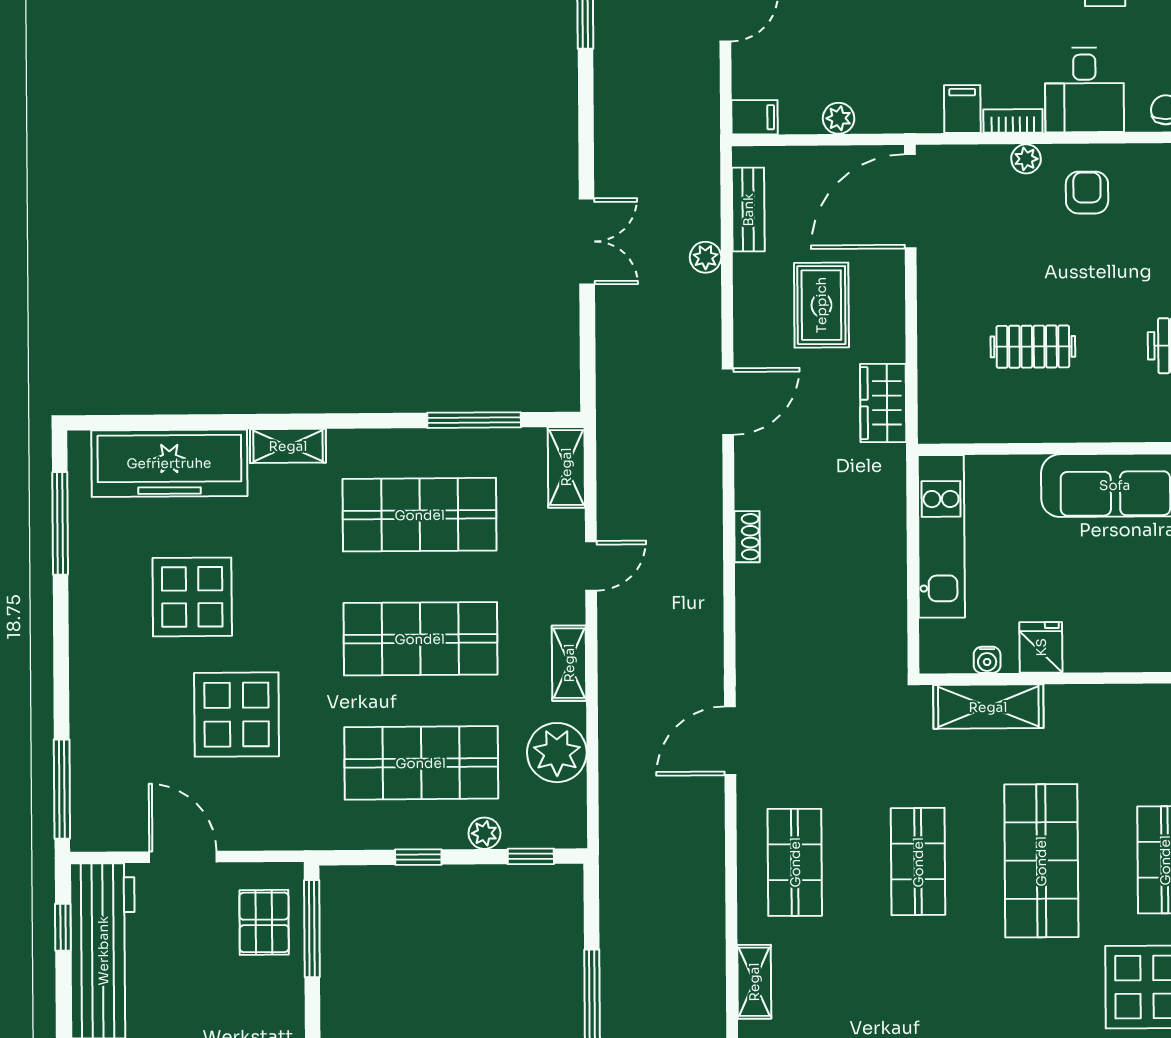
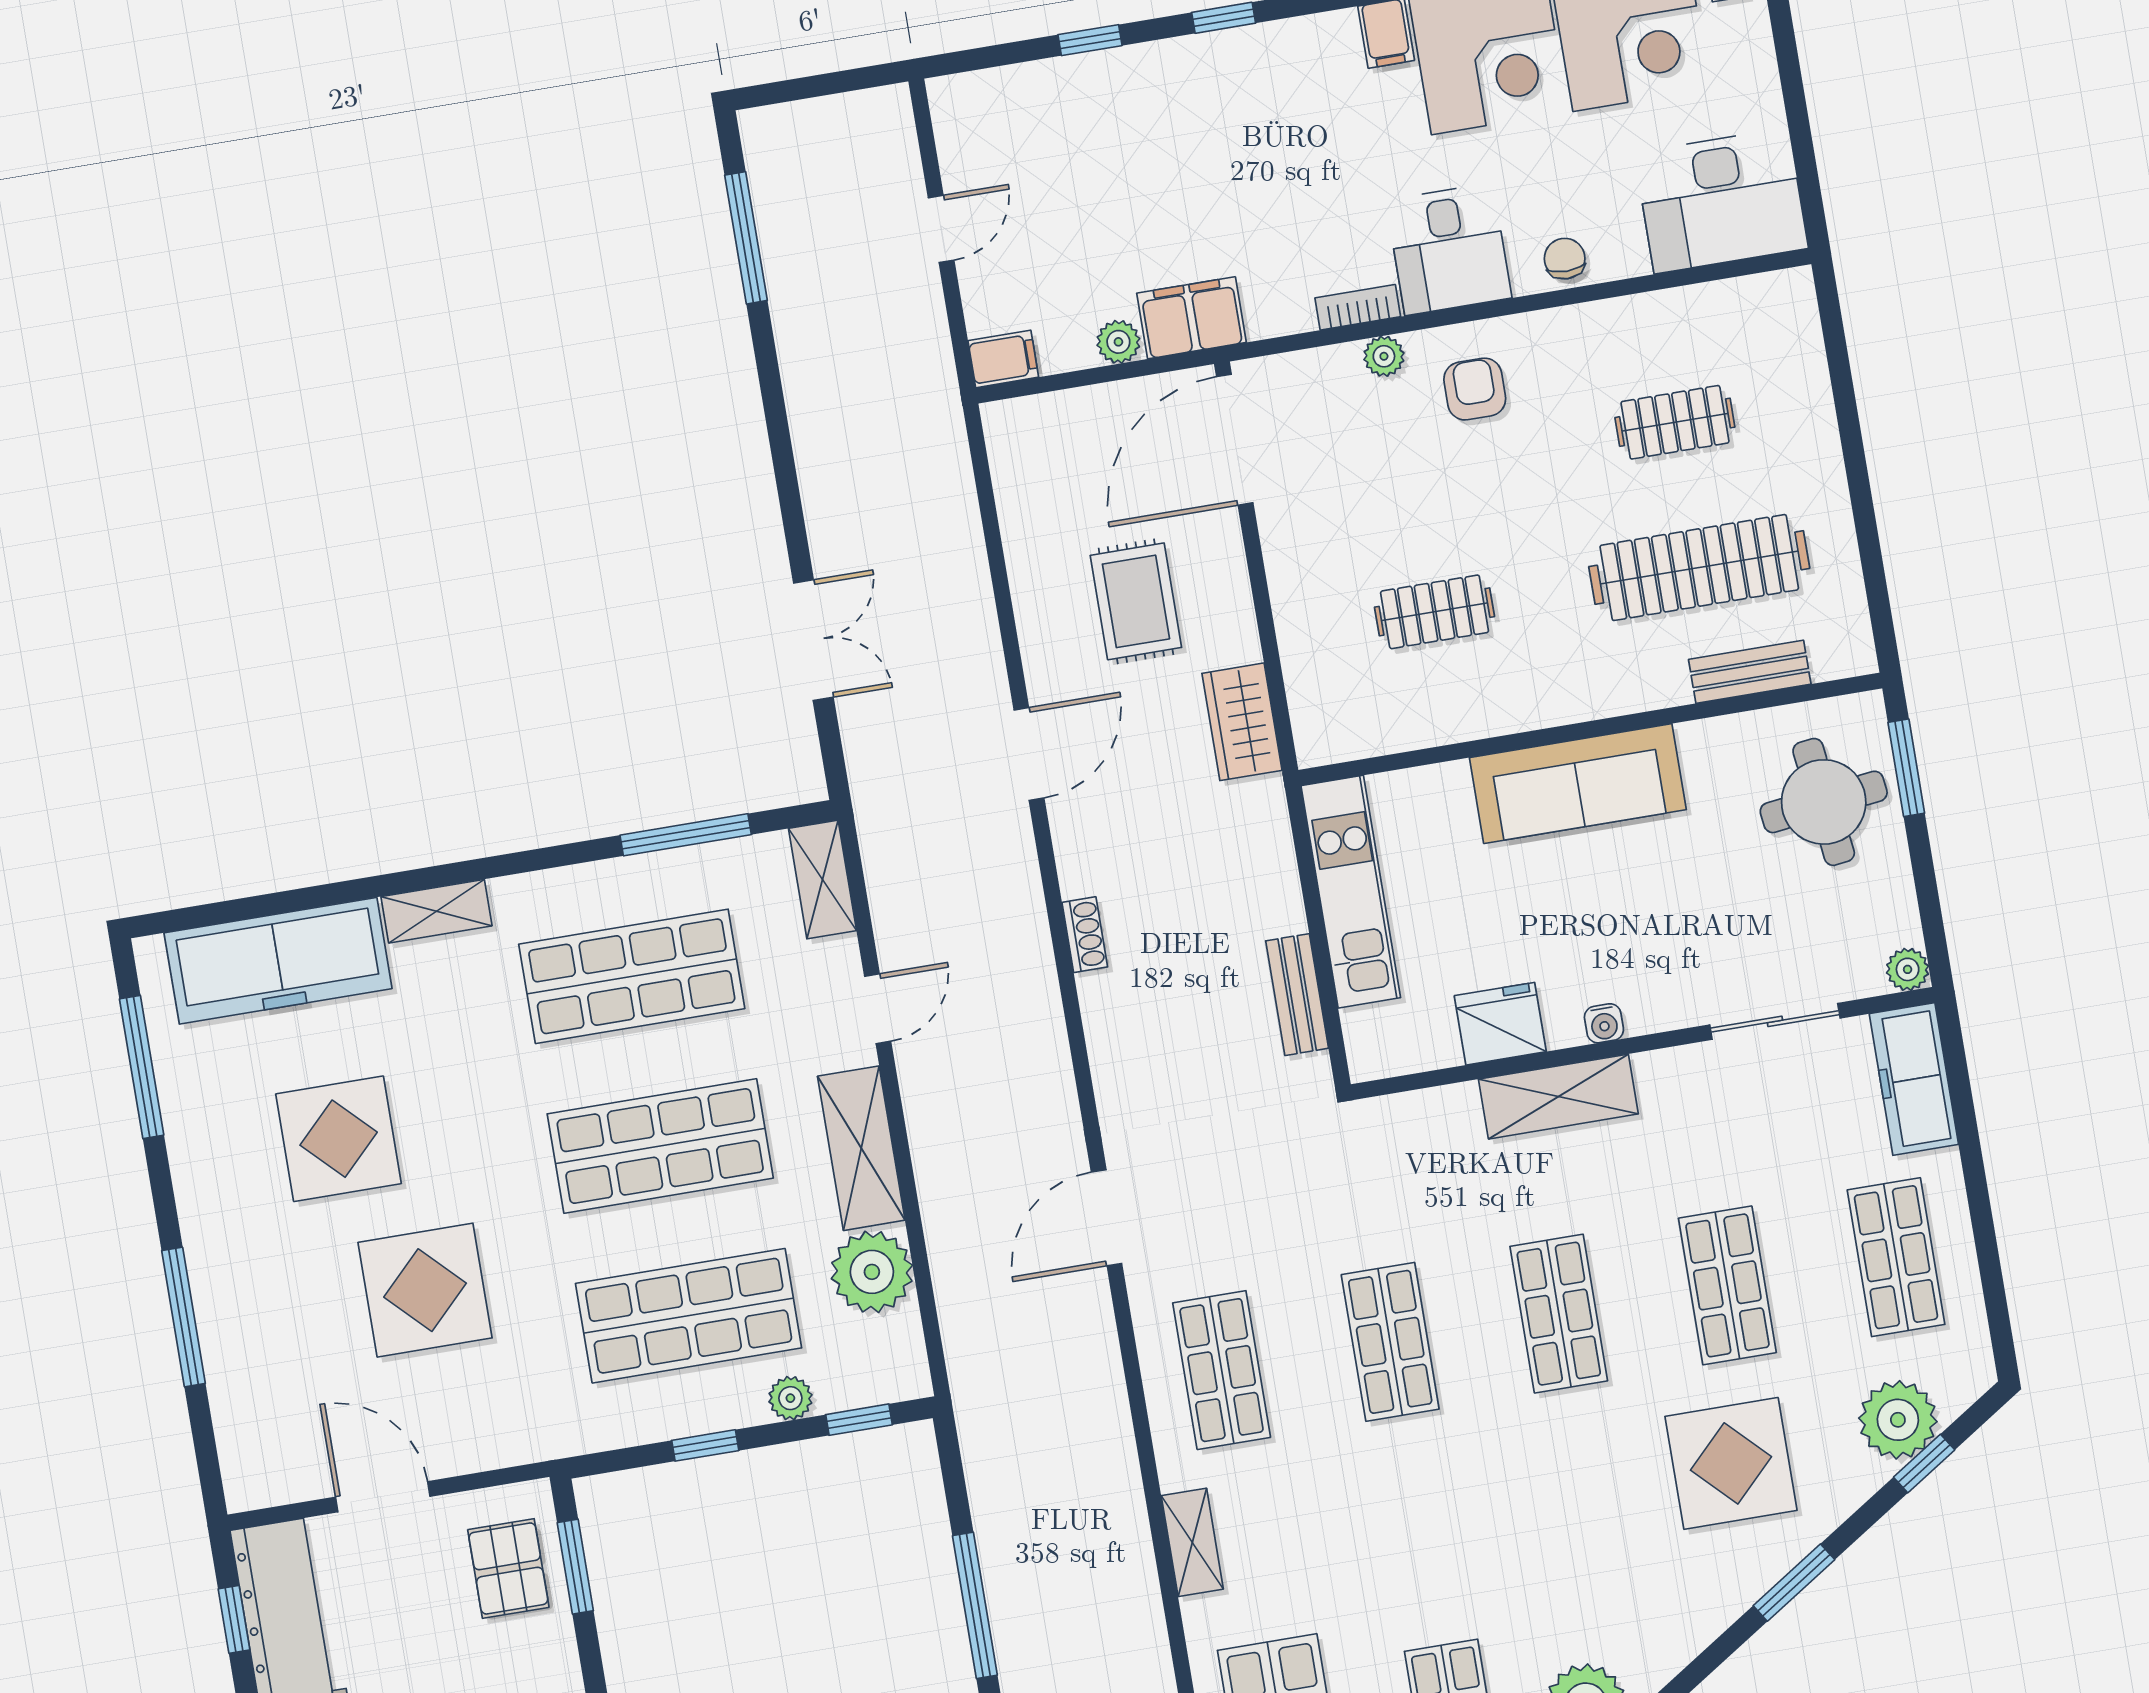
filing cabinet: (962, 109) -> (1191, 318), moved, width x2.00
bench: (748, 210) -> (1297, 995), moved
double door: (587, 241) -> (813, 640), moved
plant: (705, 257) -> (967, 561), removed
fridge: (1041, 647) -> (1500, 1024), width x1.38
water cooler: (987, 660) -> (1604, 1023), moved
shelving: (569, 663) -> (861, 1148), width x1.50, depth x1.33
shelving: (988, 707) -> (1558, 1097), moved
window: (62, 789) -> (183, 1317), moved
shop shelf: (1041, 861) -> (1559, 1314), width x0.70, depth x0.74
window: (312, 929) -> (575, 1567), width x0.69

